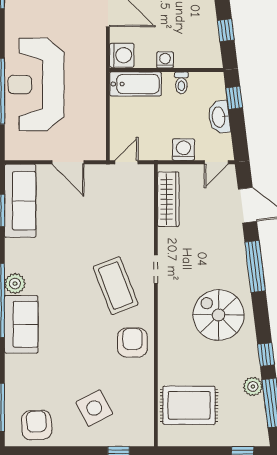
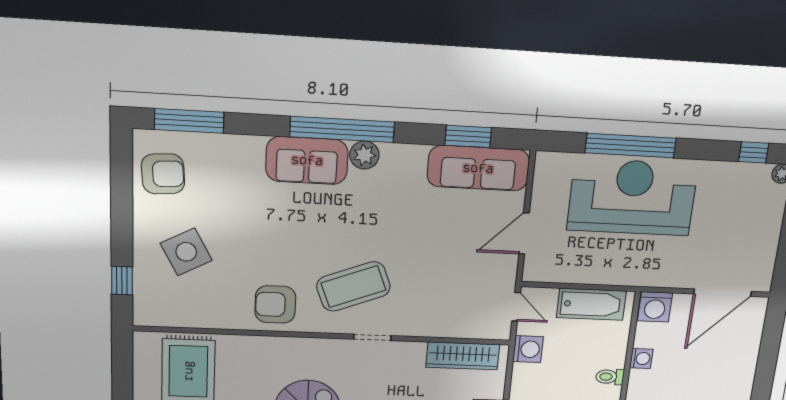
bathtub: (135, 84) -> (591, 304), moved, turned -90
washing machine: (183, 150) -> (528, 349), moved
armchair: (132, 343) -> (275, 304), turned 180

